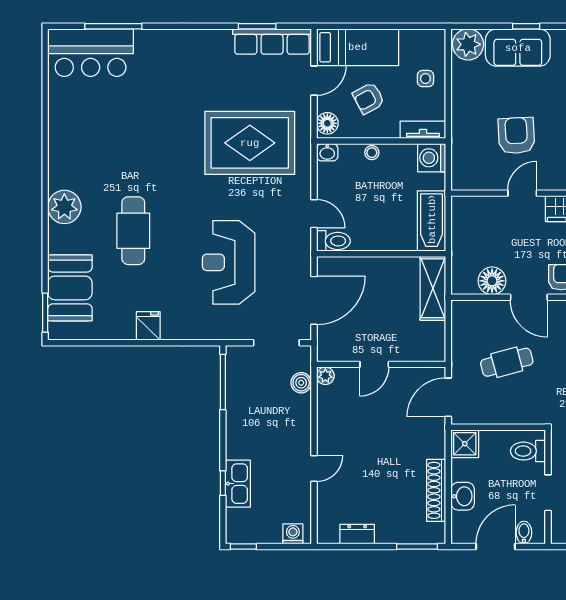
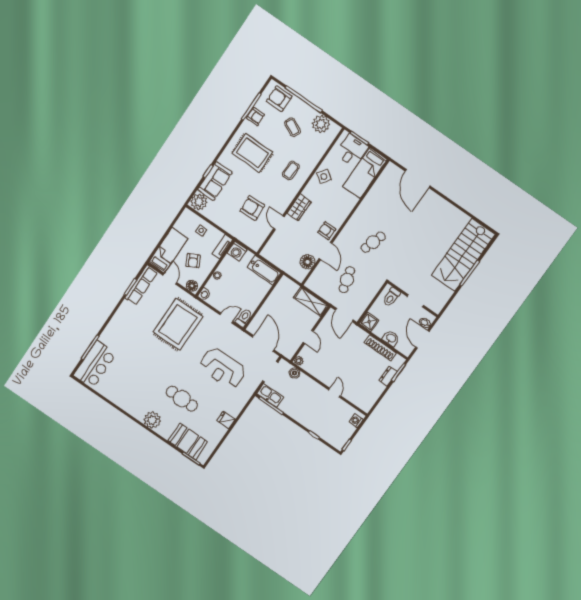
shelving: (433, 288) -> (311, 302), moved
door: (529, 297) -> (326, 251), hinge flipped
kitchen sink: (238, 484) -> (270, 395), moved
dresser: (357, 534) -> (388, 376), moved

